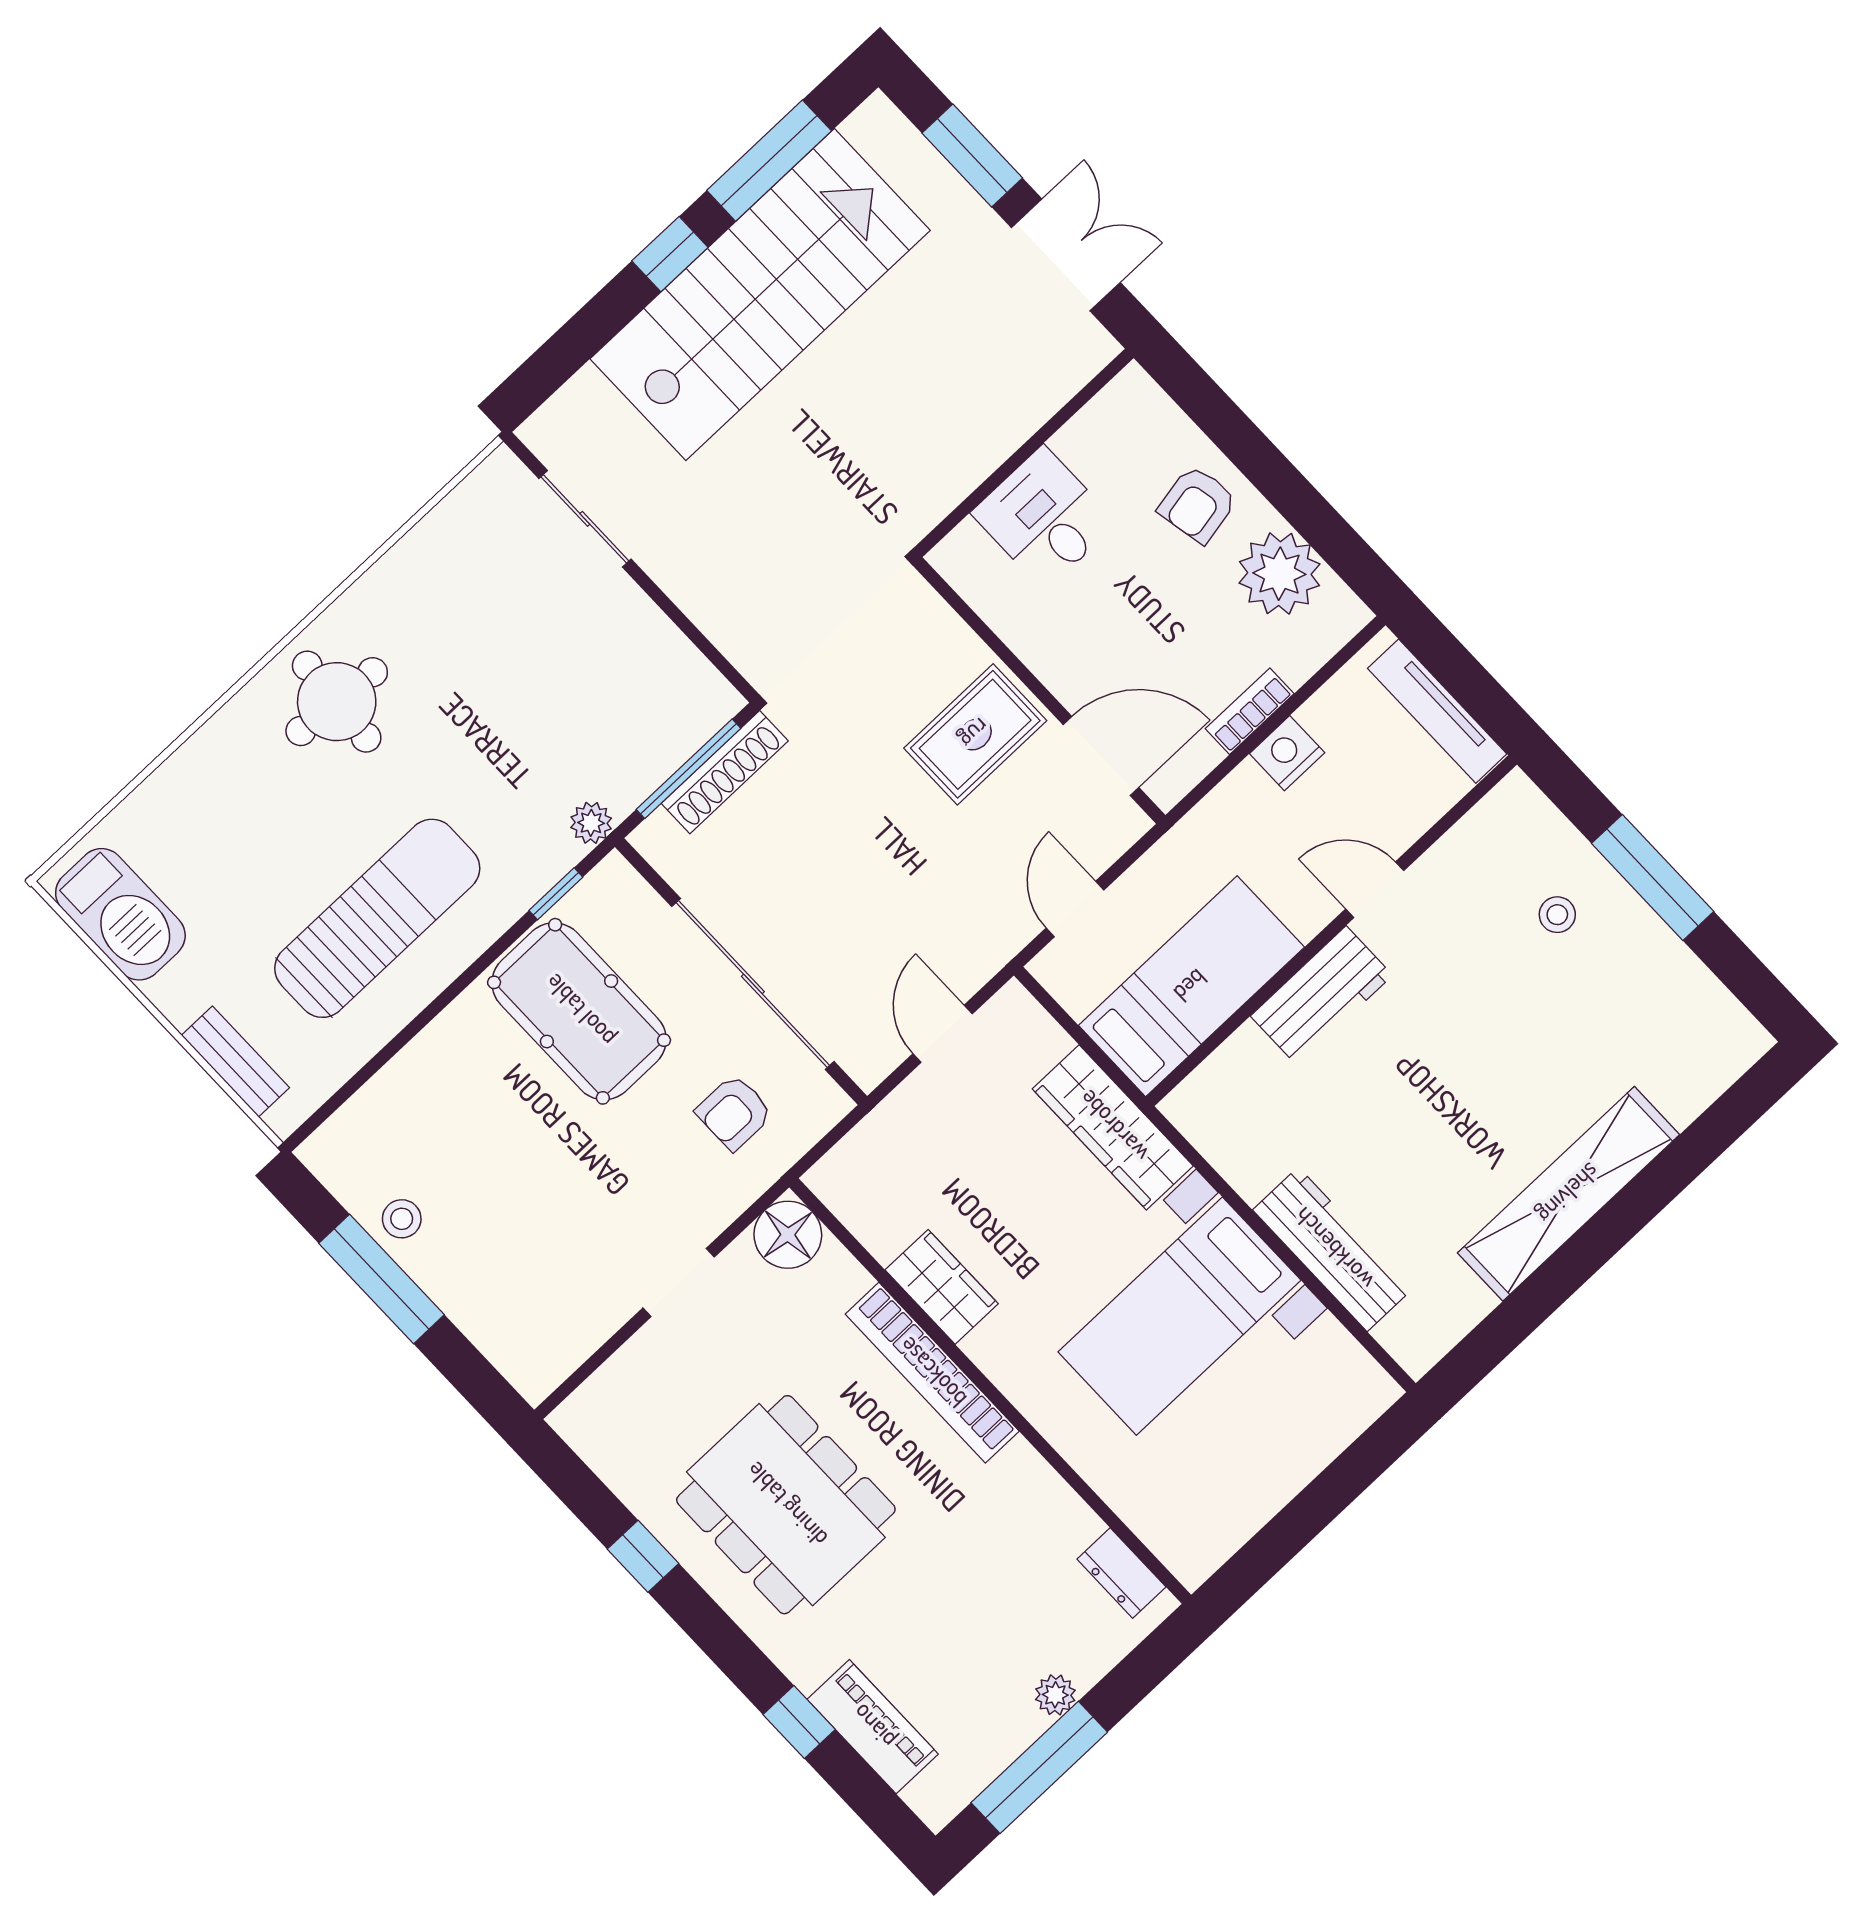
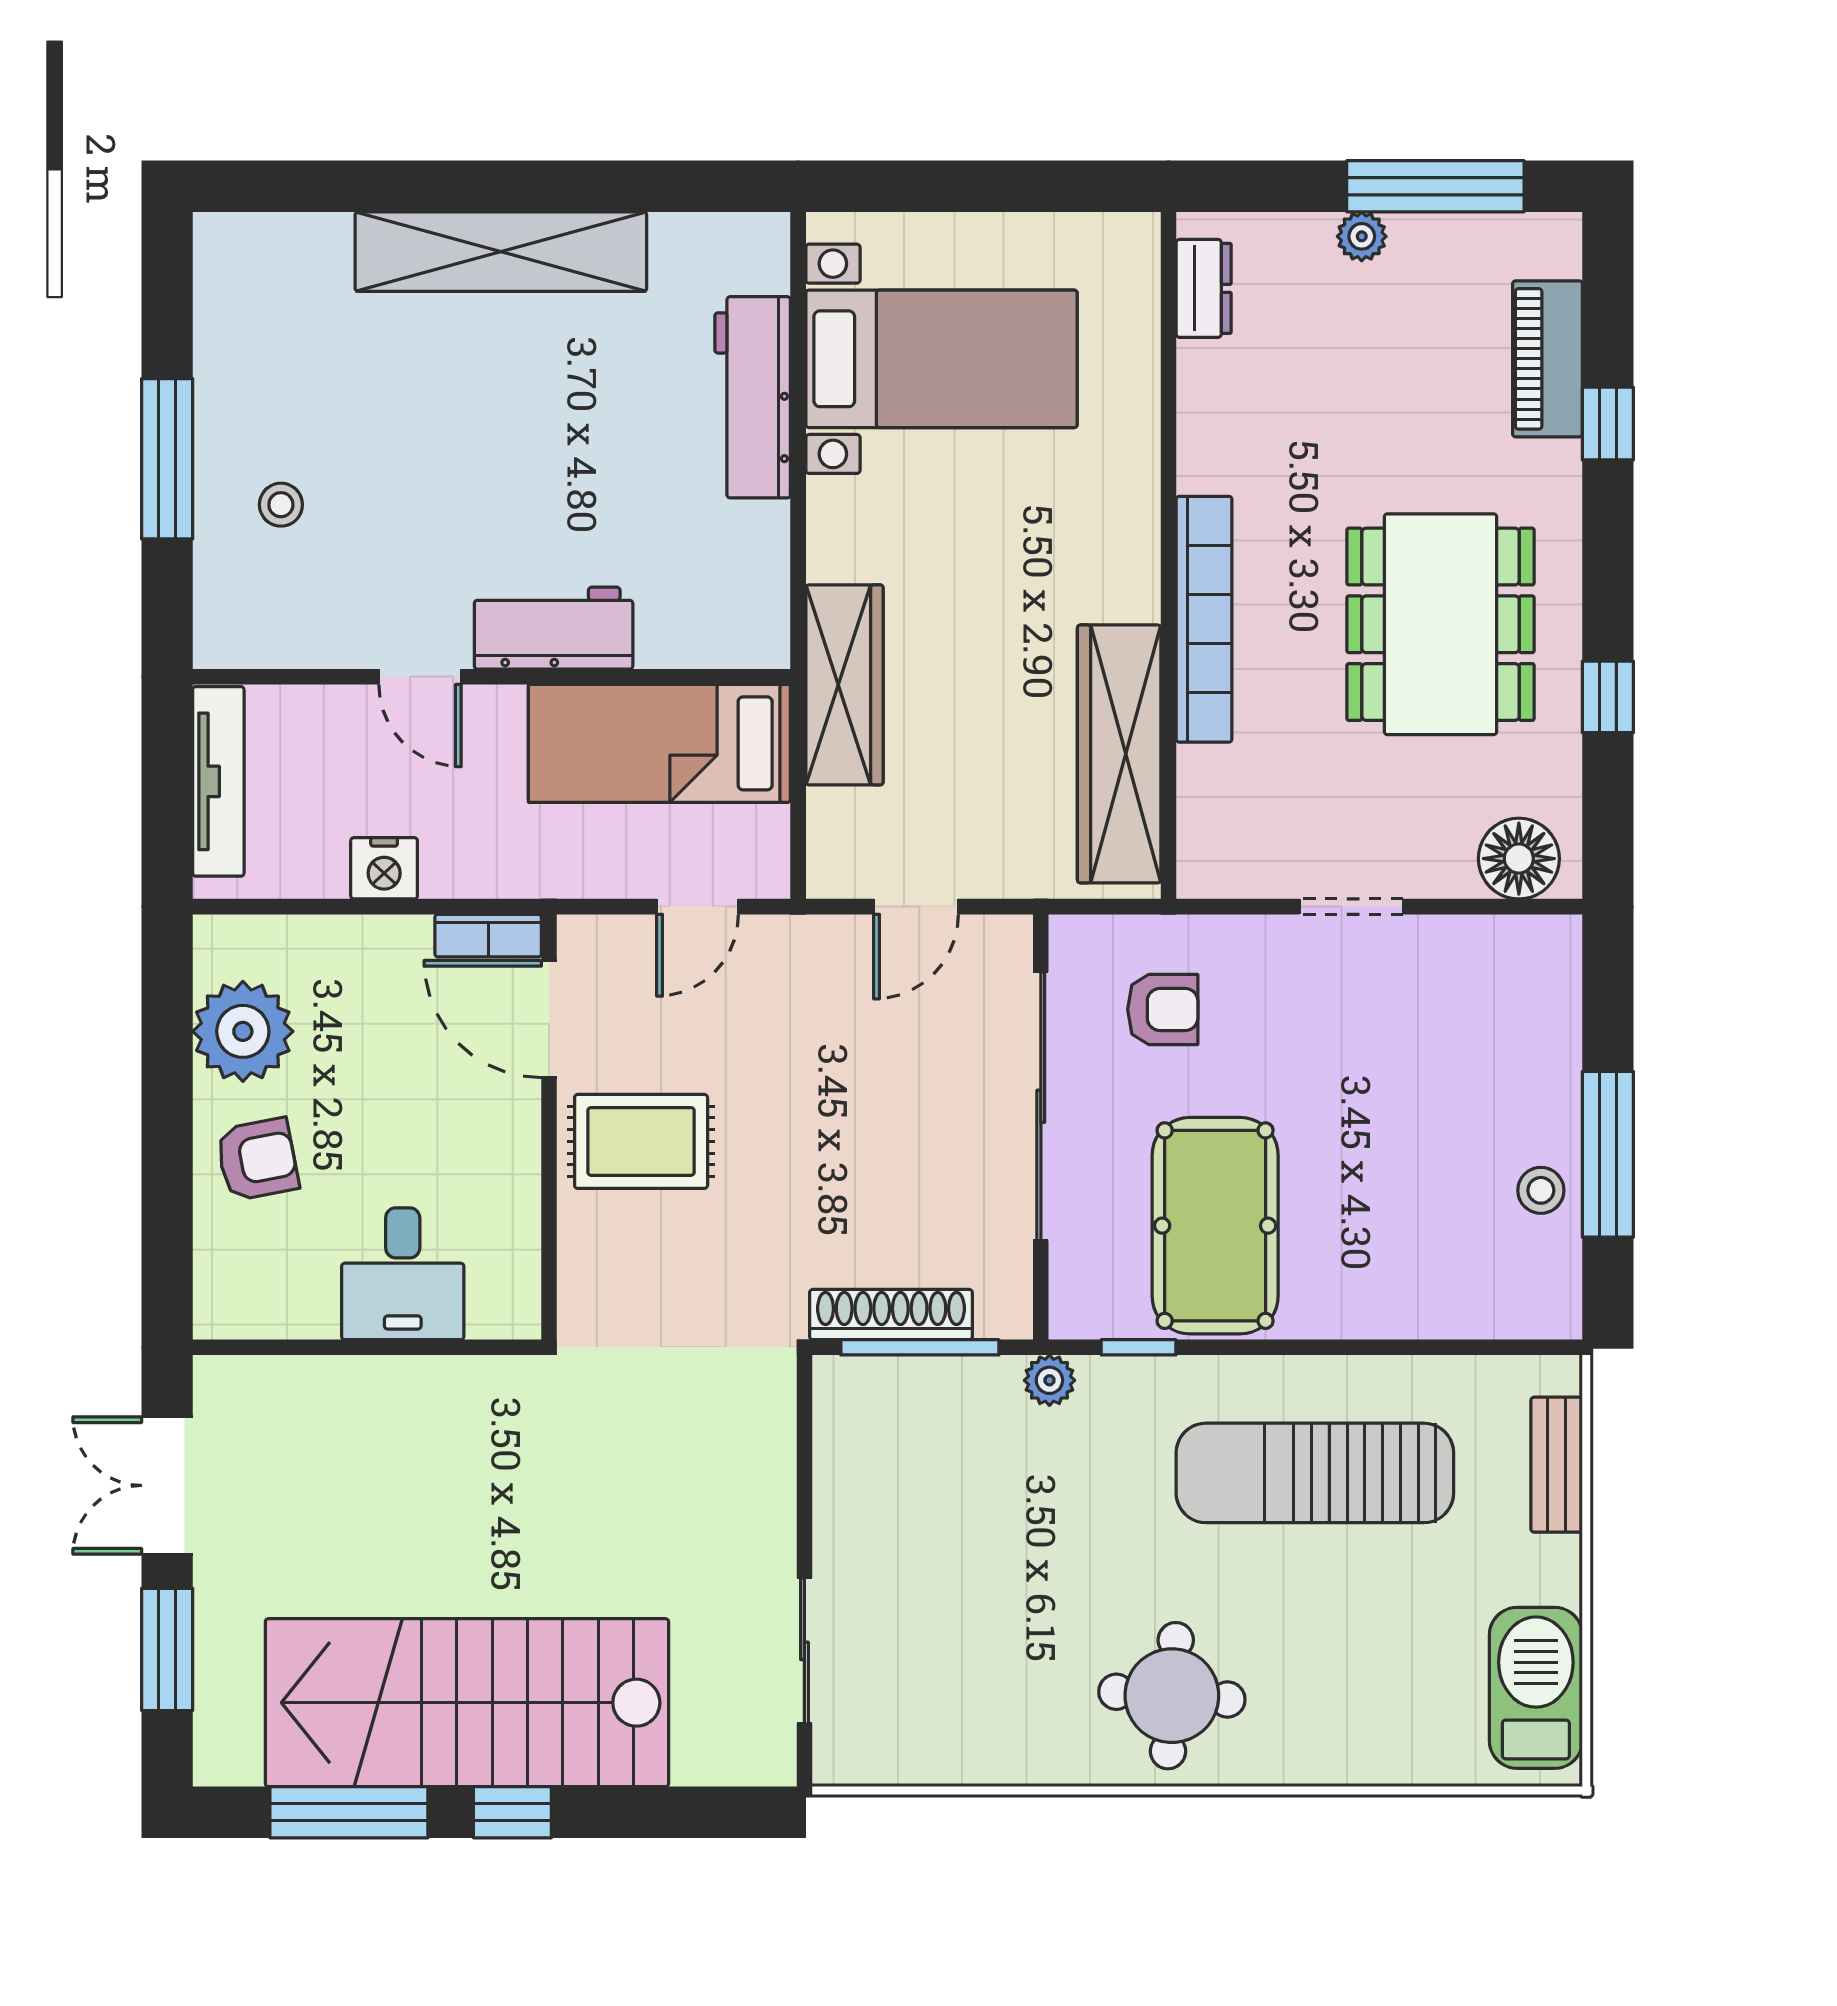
bookcase: (1250, 711) -> (488, 936), moved
floor lamp: (788, 1235) -> (1519, 859), moved
wardrobe: (942, 1287) -> (1119, 754), width x2.10, depth x1.17
bed with nightstands: (1179, 1316) -> (941, 359), moved

